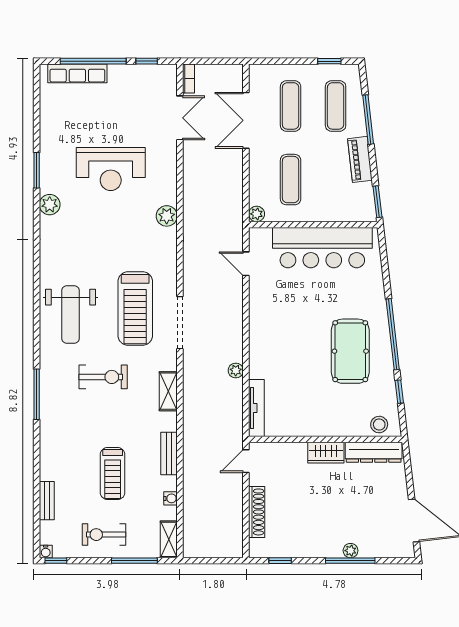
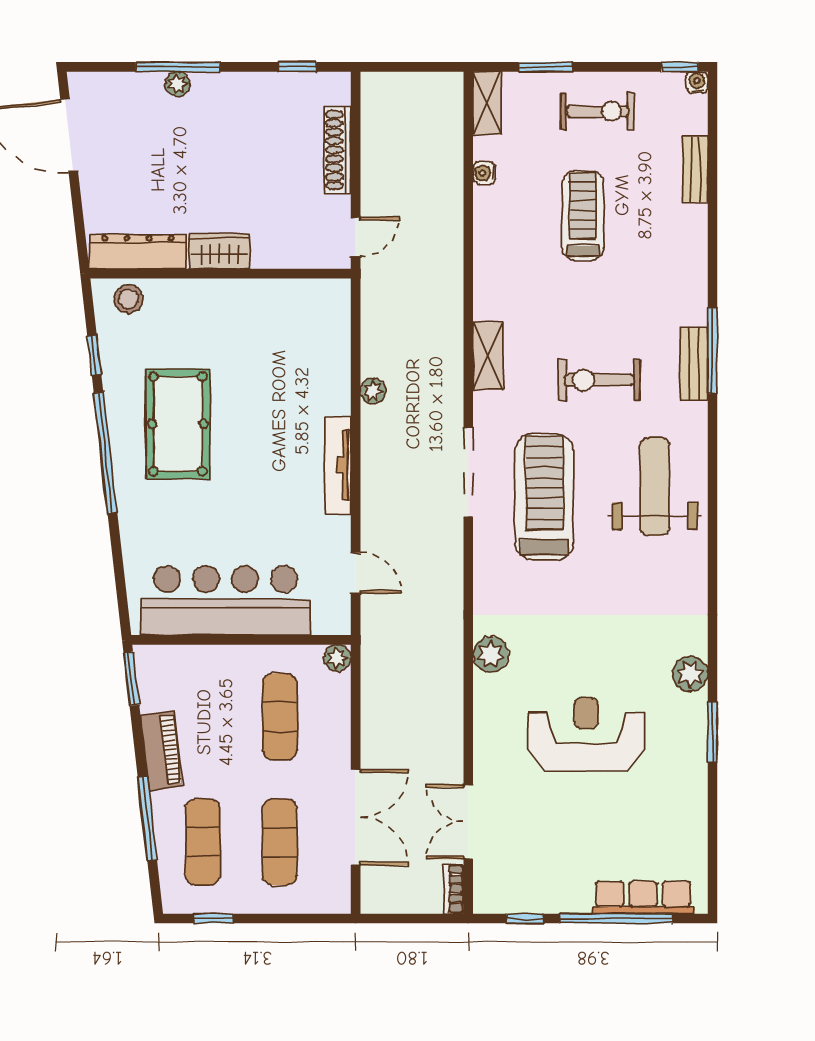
tv unit: (256, 408) -> (338, 465), moved
bench: (169, 453) -> (694, 363), moved
window: (134, 561) -> (546, 67), width x0.69

